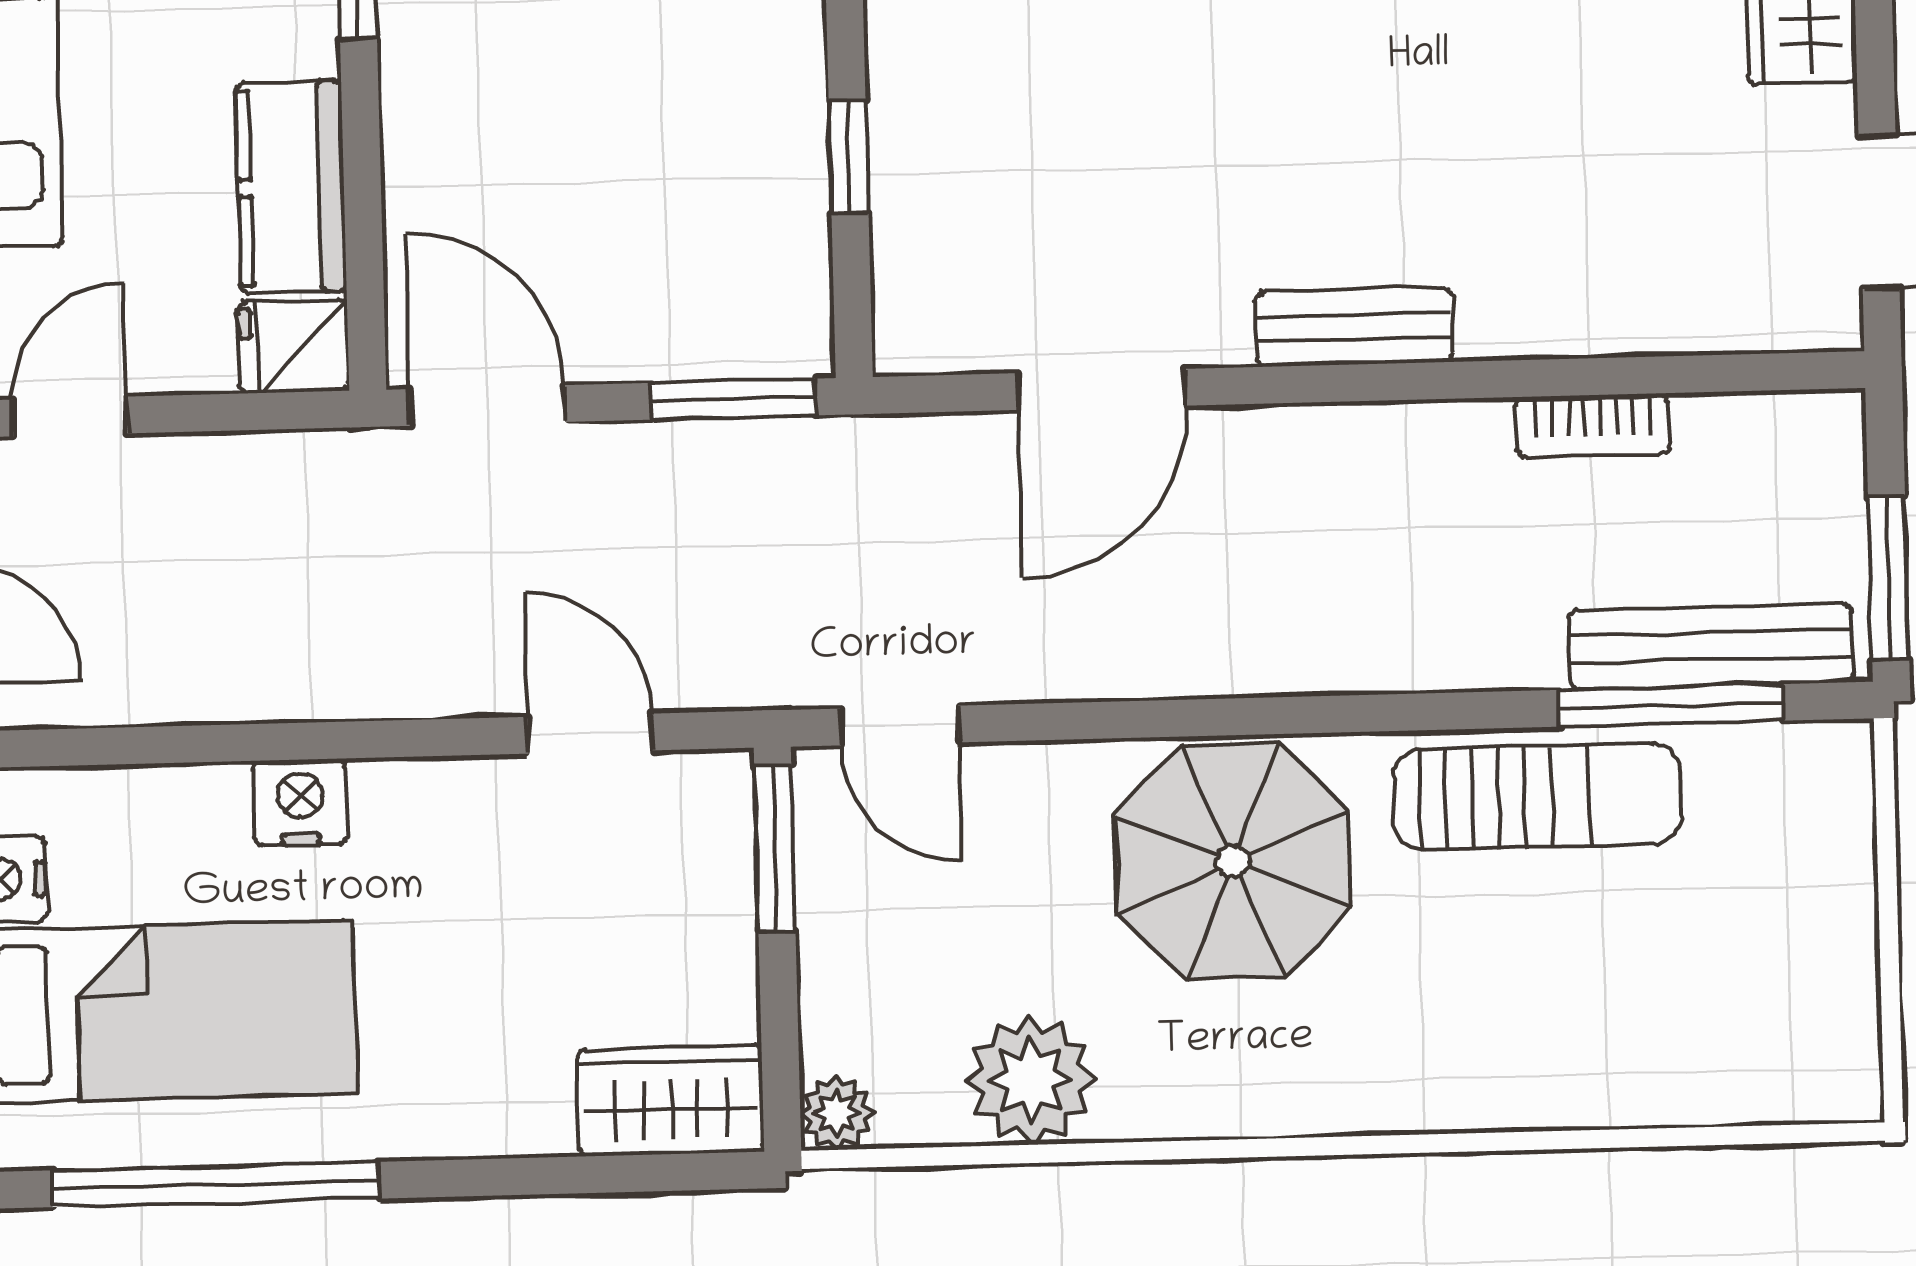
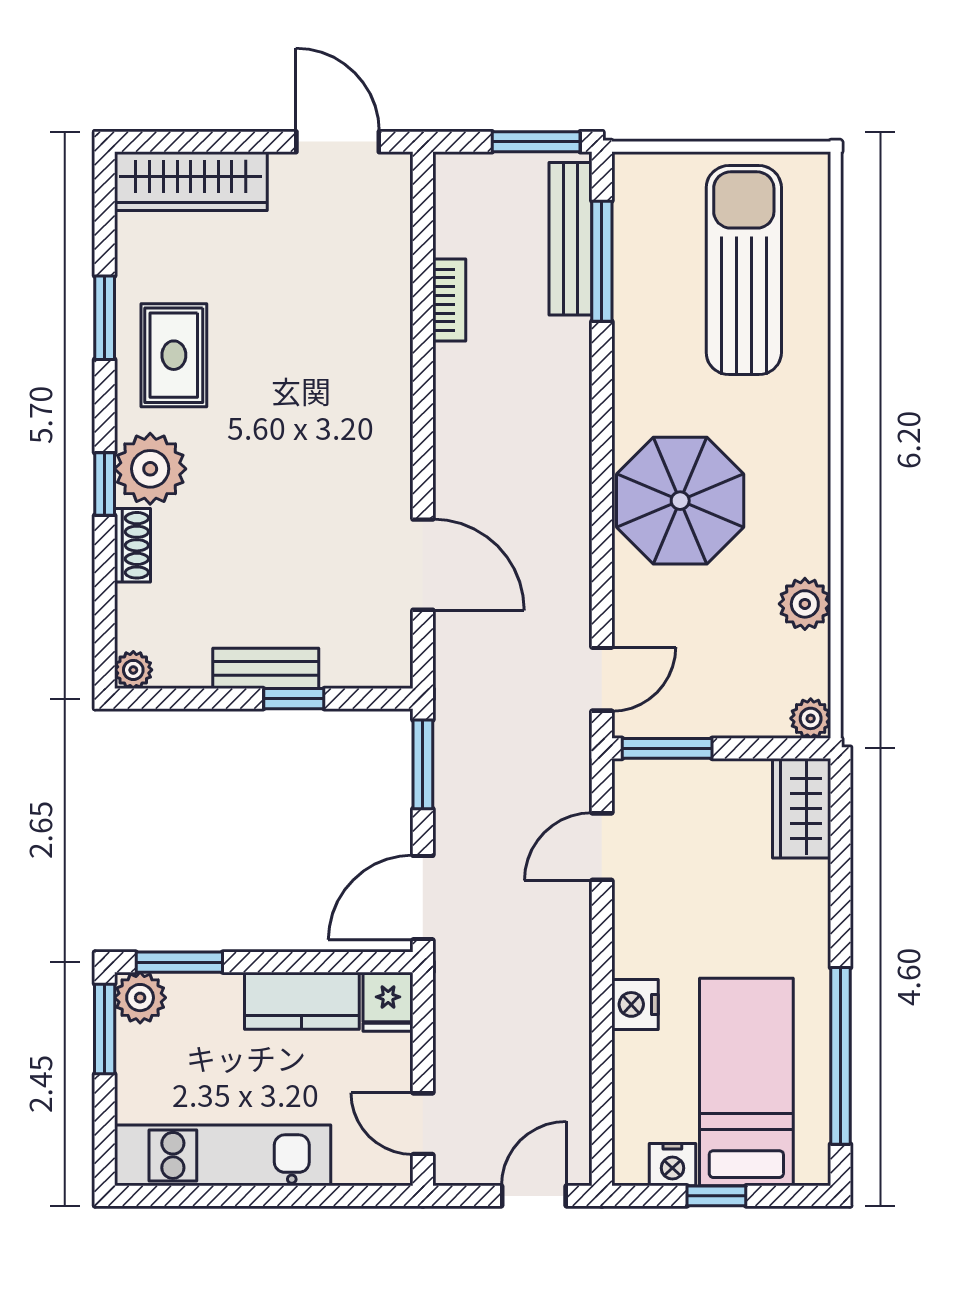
bench: (1354, 327) -> (266, 668), moved, turned 90
sun lounger: (1537, 797) -> (744, 270), moved, width x1.36, depth x1.34
plant: (1030, 1080) -> (805, 604), width x0.73, depth x0.73

